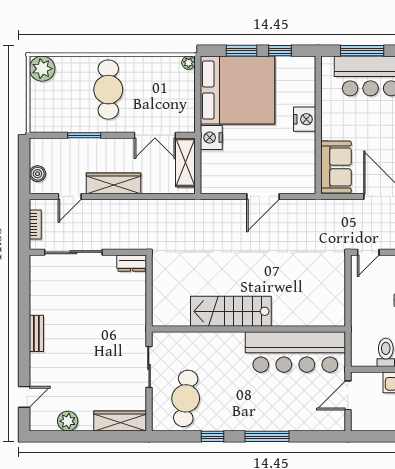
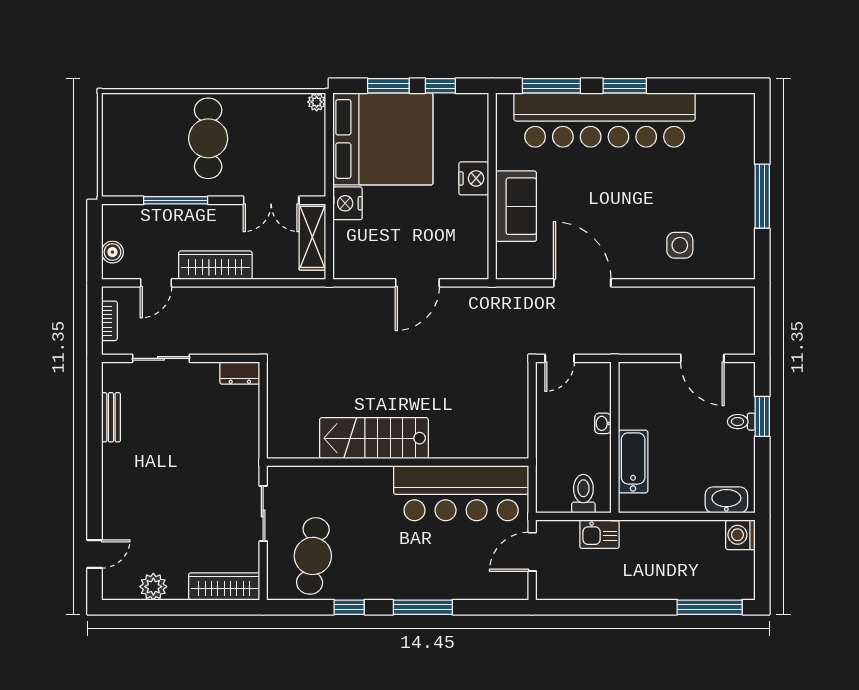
plant: (42, 69) -> (119, 110), removed
window: (84, 135) -> (176, 200), width x1.44
sofa: (336, 167) -> (516, 206), moved
sliding door: (73, 252) -> (161, 358), width x0.73
bench: (36, 333) -> (111, 417), moved

